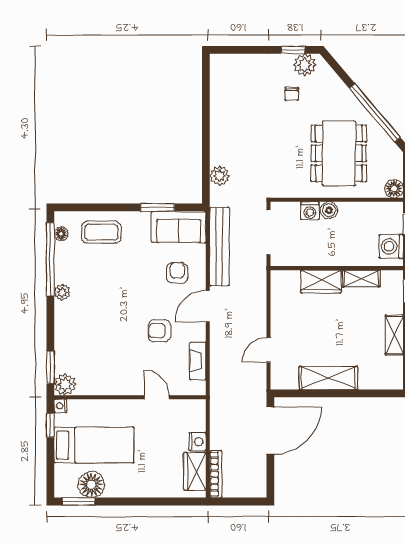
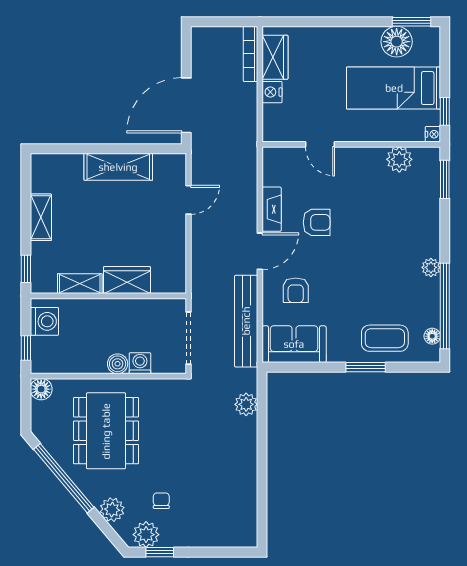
plant: (334, 86) -> (112, 510), added
window: (157, 207) -> (366, 367), moved
fireplace: (198, 361) -> (272, 209), moved
plant: (65, 384) -> (399, 159), moved

